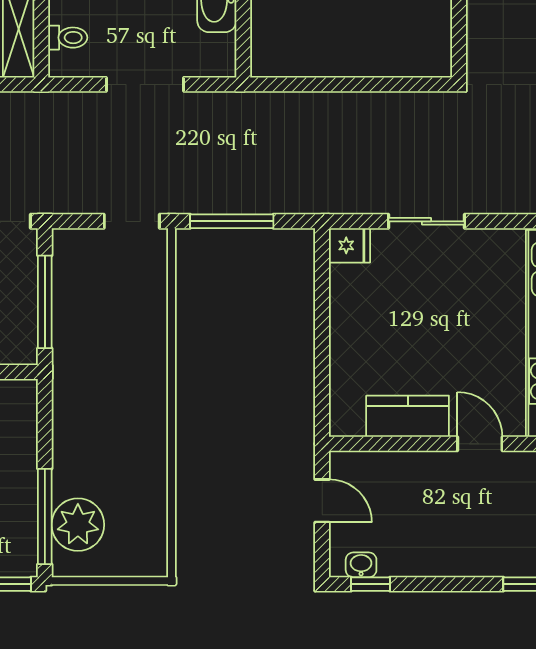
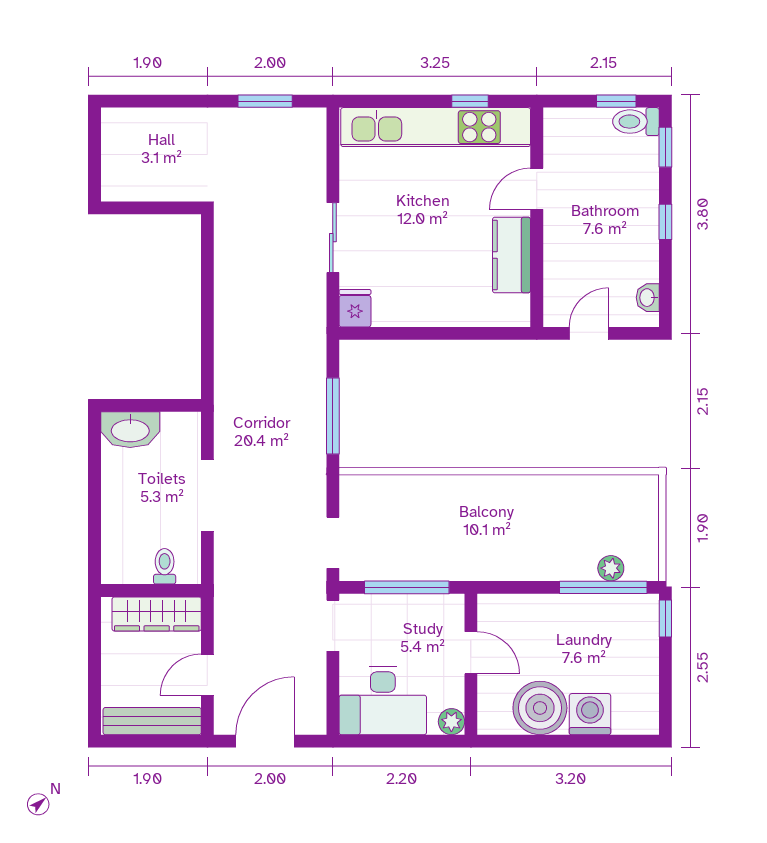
doorway: (132, 221) -> (333, 543), moved
plant: (78, 525) -> (611, 568), width x0.53, depth x0.53
window: (371, 584) -> (665, 222), moved

